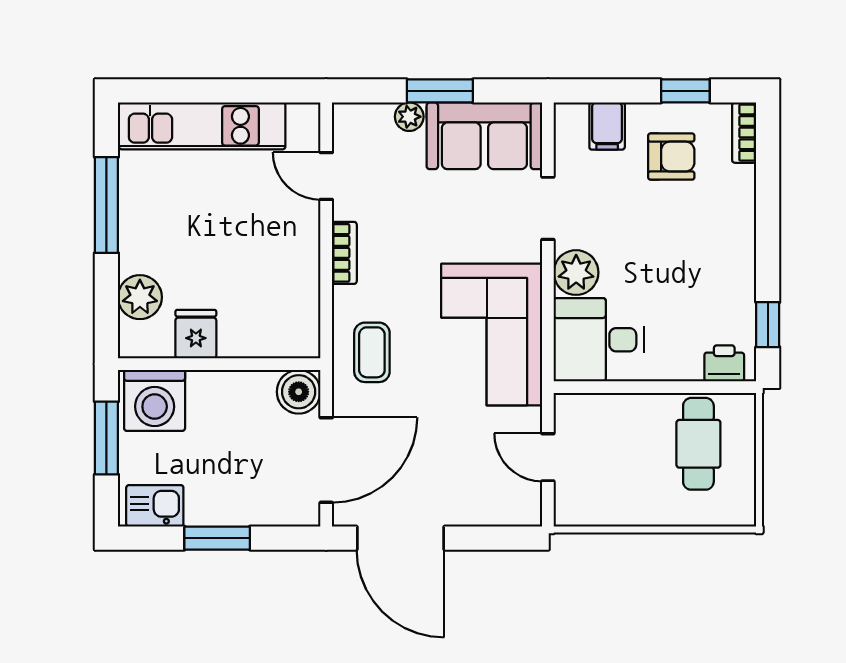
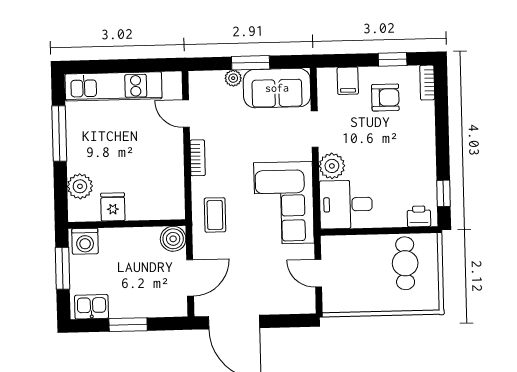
washing machine: (155, 400) -> (85, 241), width x0.73, depth x0.73
door: (326, 460) -> (190, 278), width x0.73

